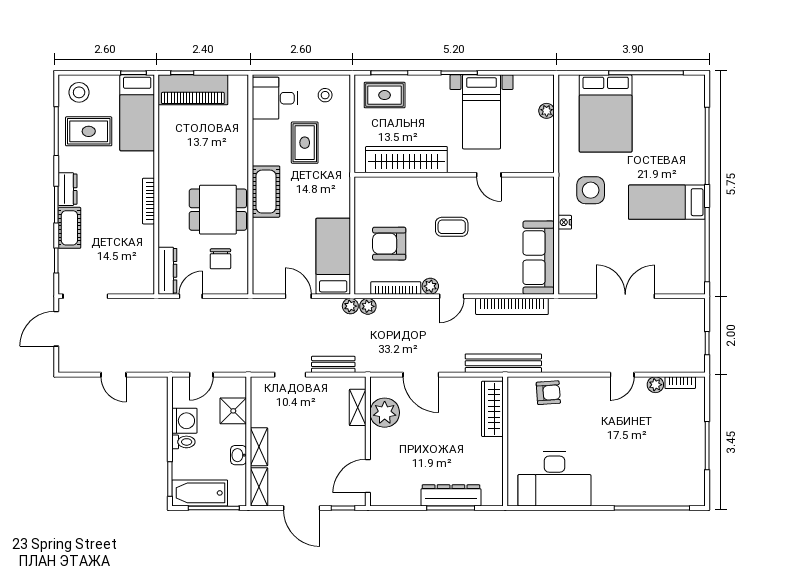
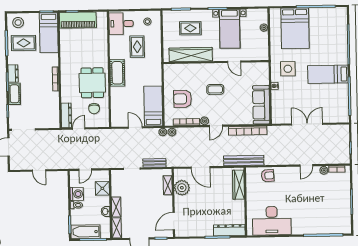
rug: (385, 95) -> (190, 28), moved
dining table: (218, 210) -> (92, 83), turned 90
dresser: (451, 495) -> (229, 230), moved

